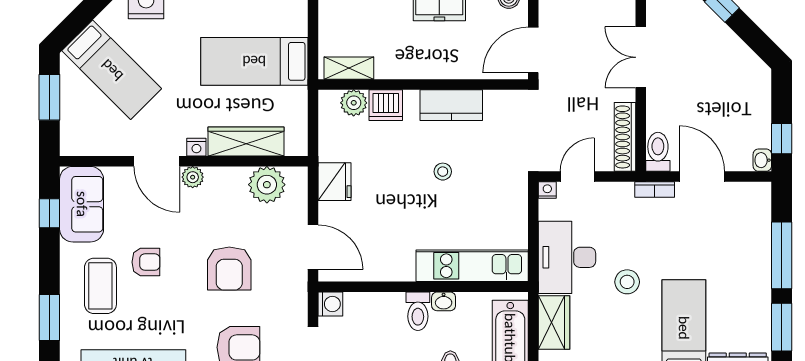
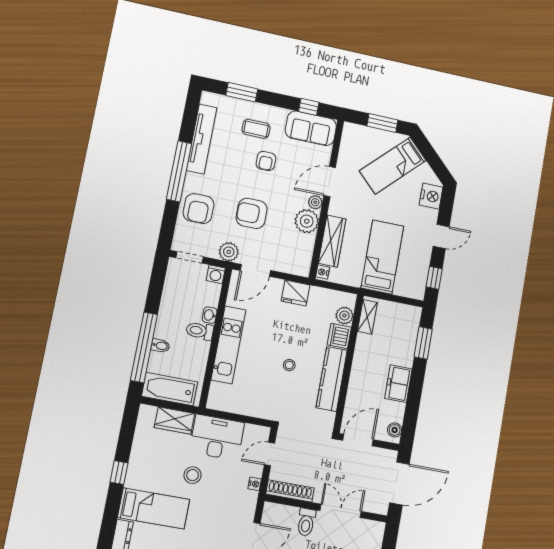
door: (533, 50) -> (358, 440), hinge flipped
kitchen counter: (451, 105) -> (332, 379), width x1.50
nightstand: (196, 147) -> (323, 272), moved
toilet: (658, 152) -> (306, 522), moved, turned 90
door: (577, 177) -> (270, 454), swing flipped
plant: (267, 185) -> (307, 221), moved
nightstand: (547, 190) -> (255, 484), moved
bookcase: (655, 190) -> (251, 505), removed
kitchen unit: (472, 266) -> (229, 345), moved
coffee table: (100, 286) -> (256, 129), width x0.73, depth x0.77
plant: (293, 291) -> (229, 252), added
washbasin: (444, 301) -> (210, 315), moved

